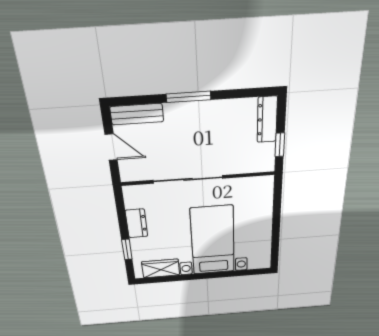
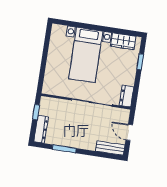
window: (188, 97) -> (64, 149), moved
dresser: (137, 223) -> (127, 96), moved

